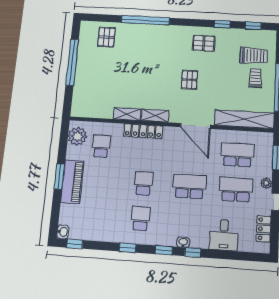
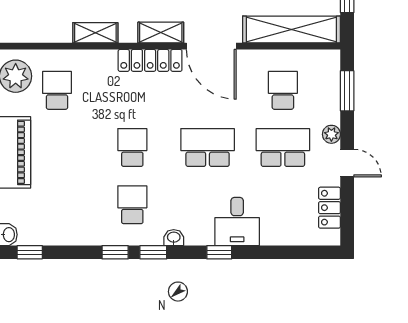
shelving: (155, 116) -> (161, 33), moved
locker: (143, 131) -> (150, 60), moved
school desk: (237, 155) -> (283, 90), width x0.54
desk: (224, 235) -> (237, 221), moved
washbasin: (183, 242) -> (174, 238), moved
window: (164, 250) -> (153, 252), moved

